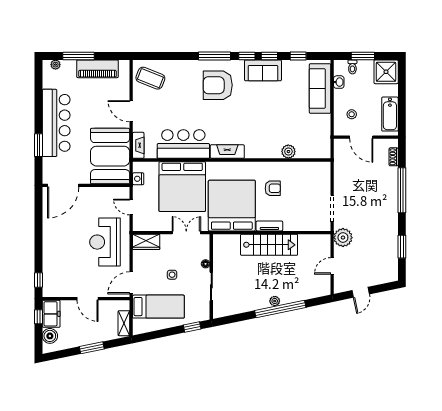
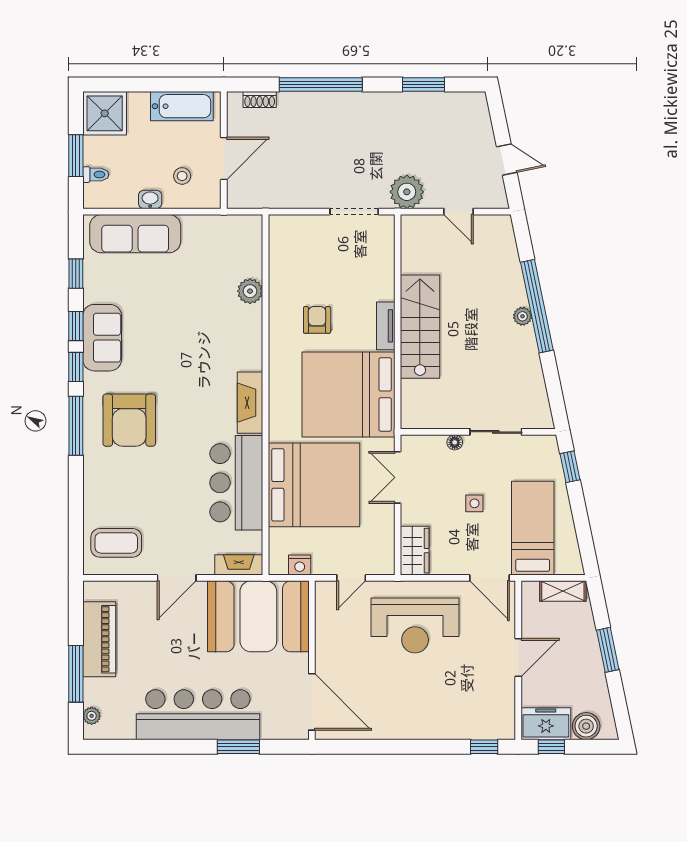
coffee table: (150, 78) -> (116, 543), turned 68
washbasin: (339, 82) -> (150, 199), moved

